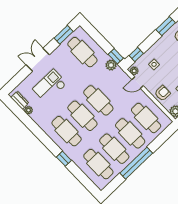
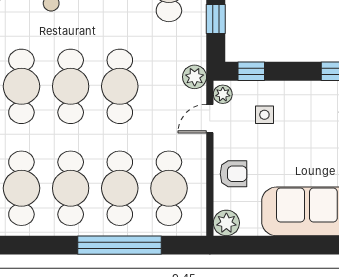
window: (116, 56) -> (216, 19), moved
plant: (111, 65) -> (195, 77), moved
door: (138, 83) -> (210, 119), hinge flipped
window: (136, 163) -> (120, 245), moved

